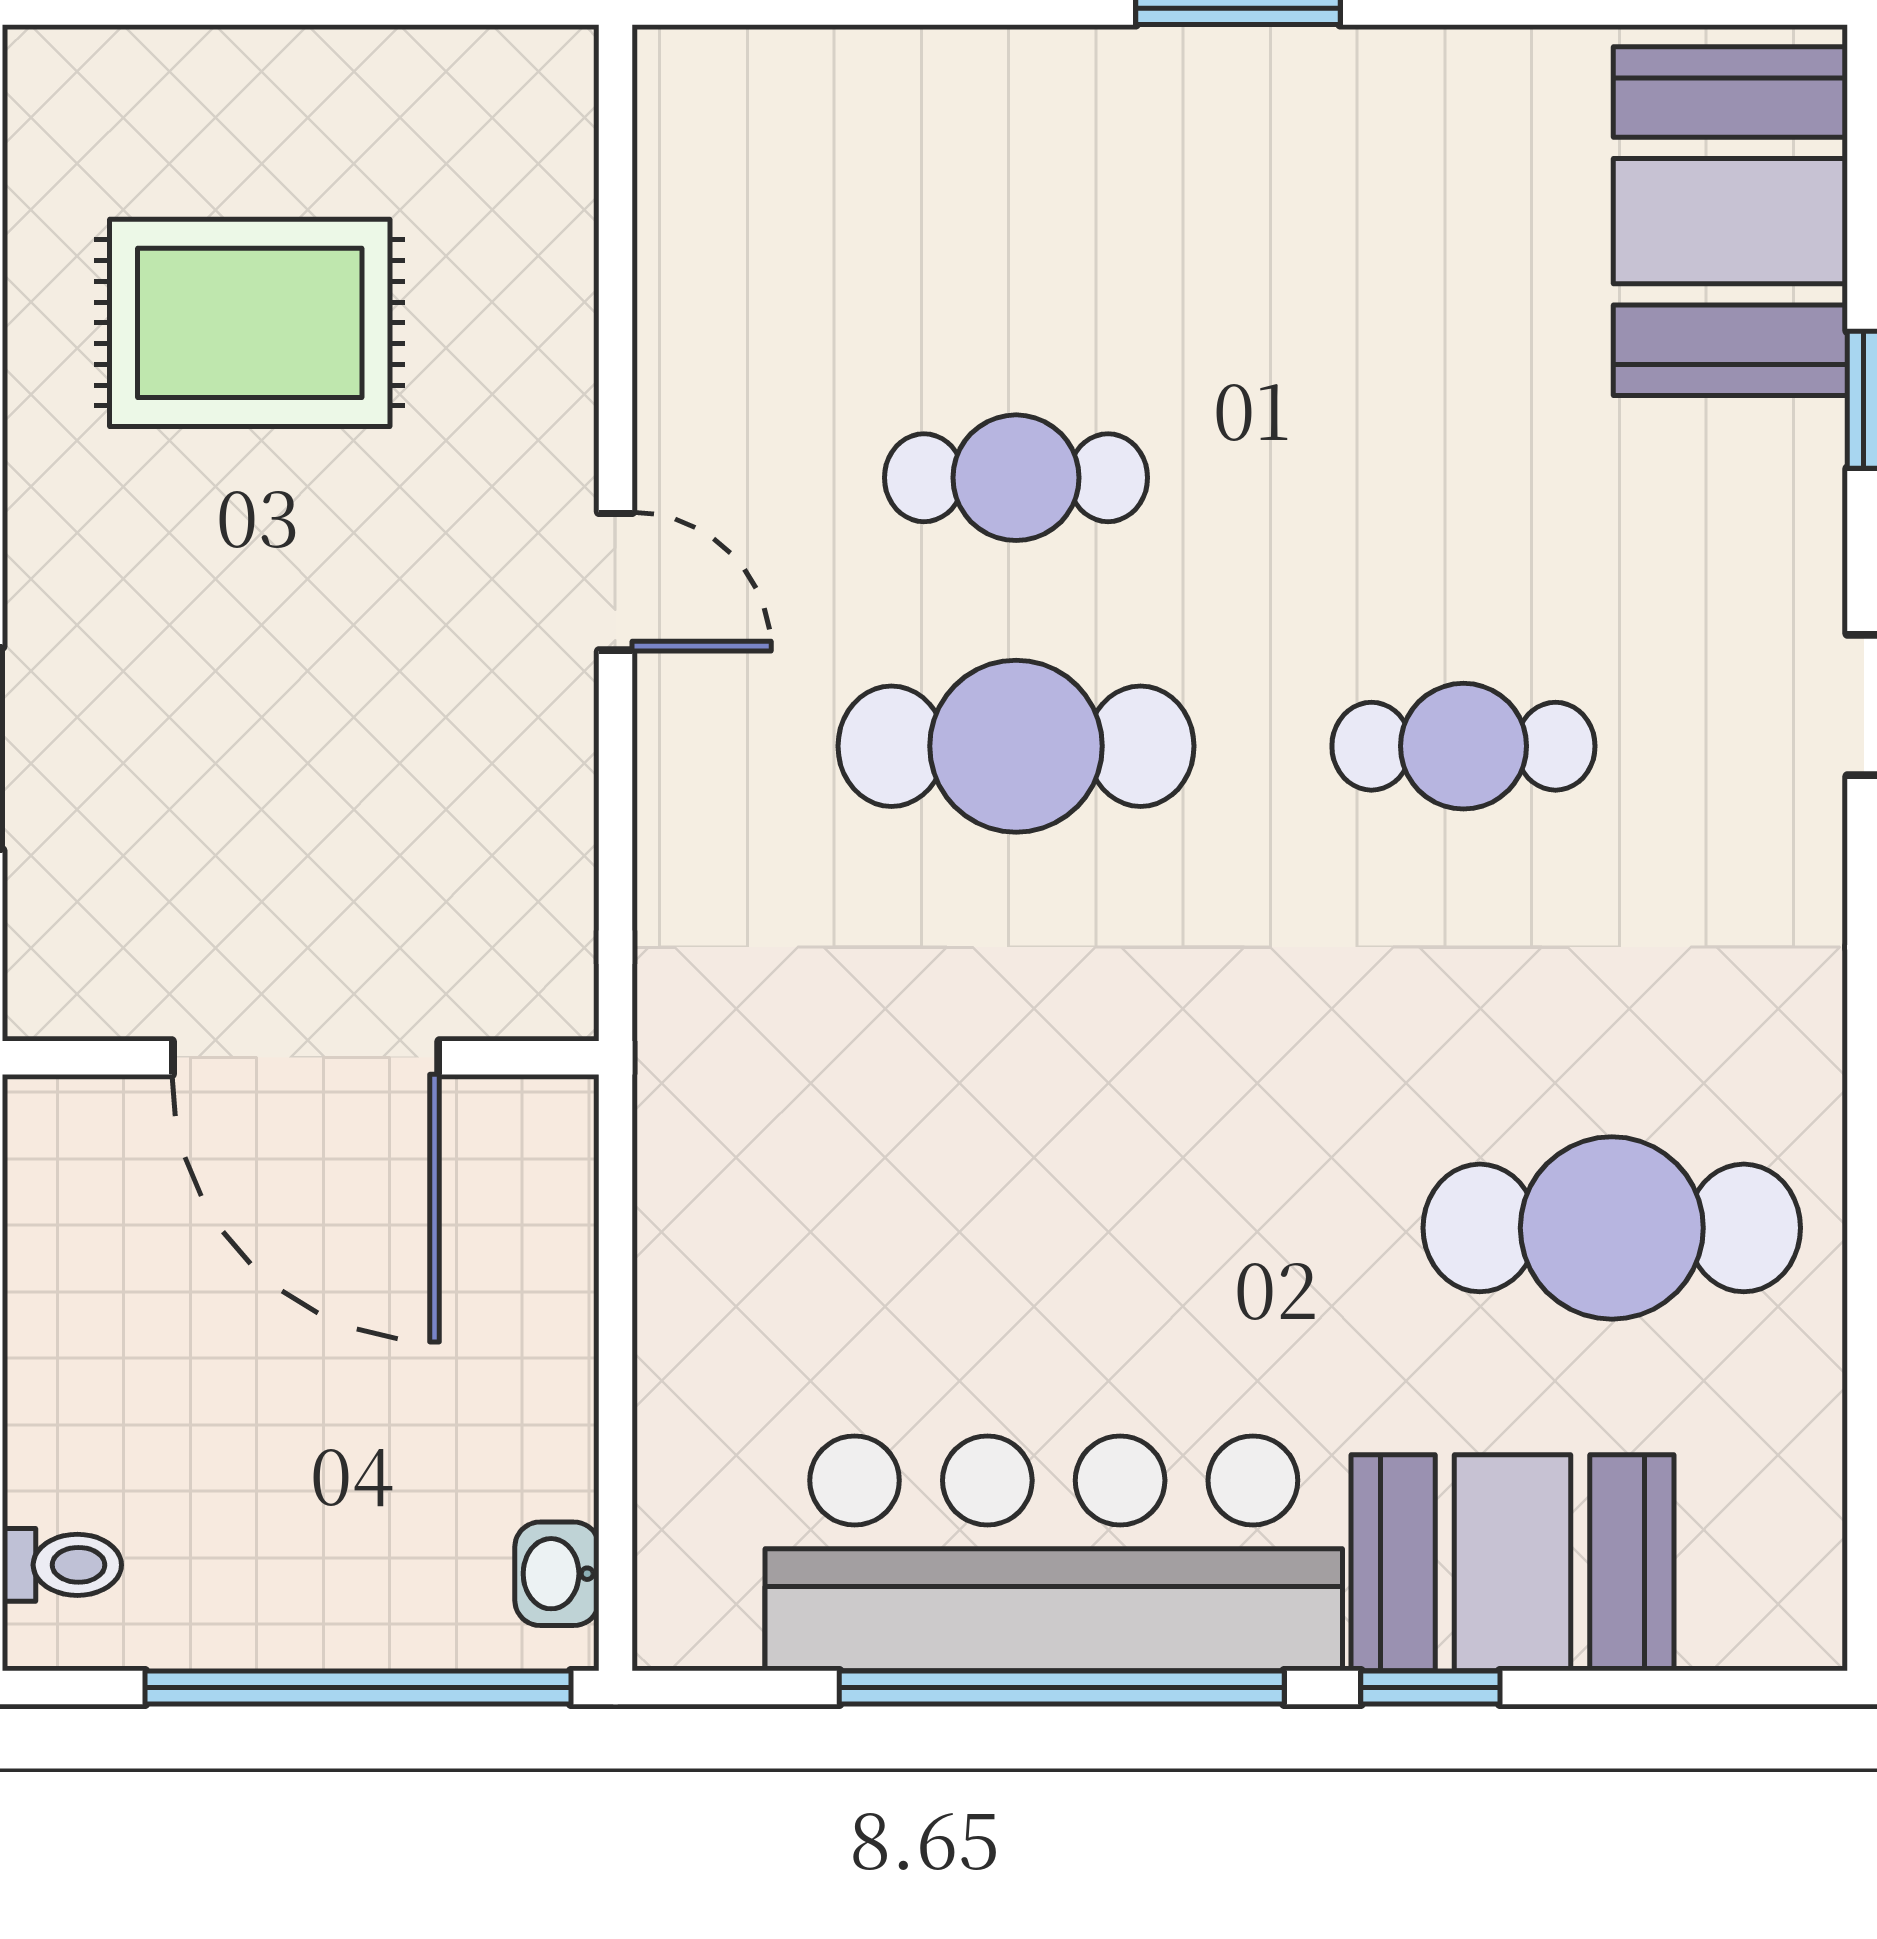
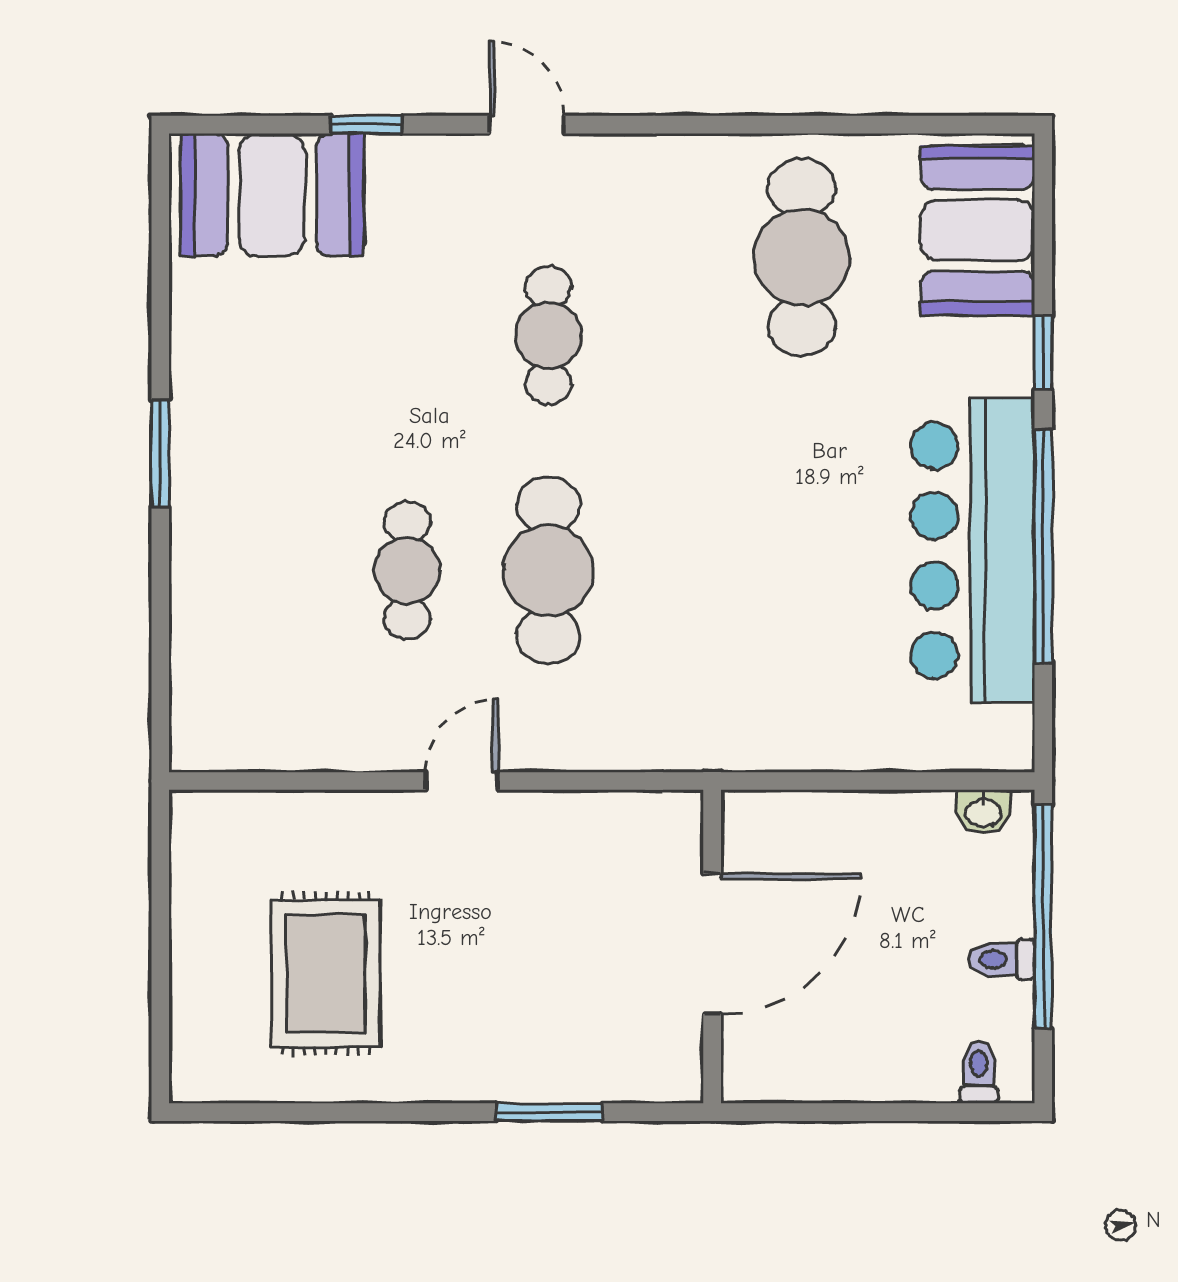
booth: (1513, 1563) -> (978, 230), moved
toilet: (277, 1609) -> (1002, 959), added

